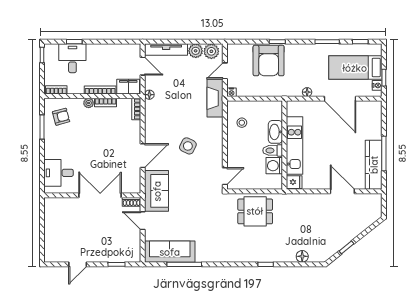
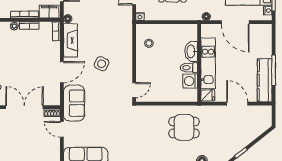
fireplace: (215, 98) -> (71, 40), moved, turned 180
washbasin: (275, 132) -> (191, 51), moved
wall: (284, 145) -> (199, 63), moved
kitchen unit: (295, 146) -> (208, 63), moved
toilet: (273, 150) -> (189, 68), moved
washing machine: (274, 166) -> (190, 81), moved
fridge: (294, 182) -> (208, 95), moved
dining table: (255, 211) -> (184, 127), moved

